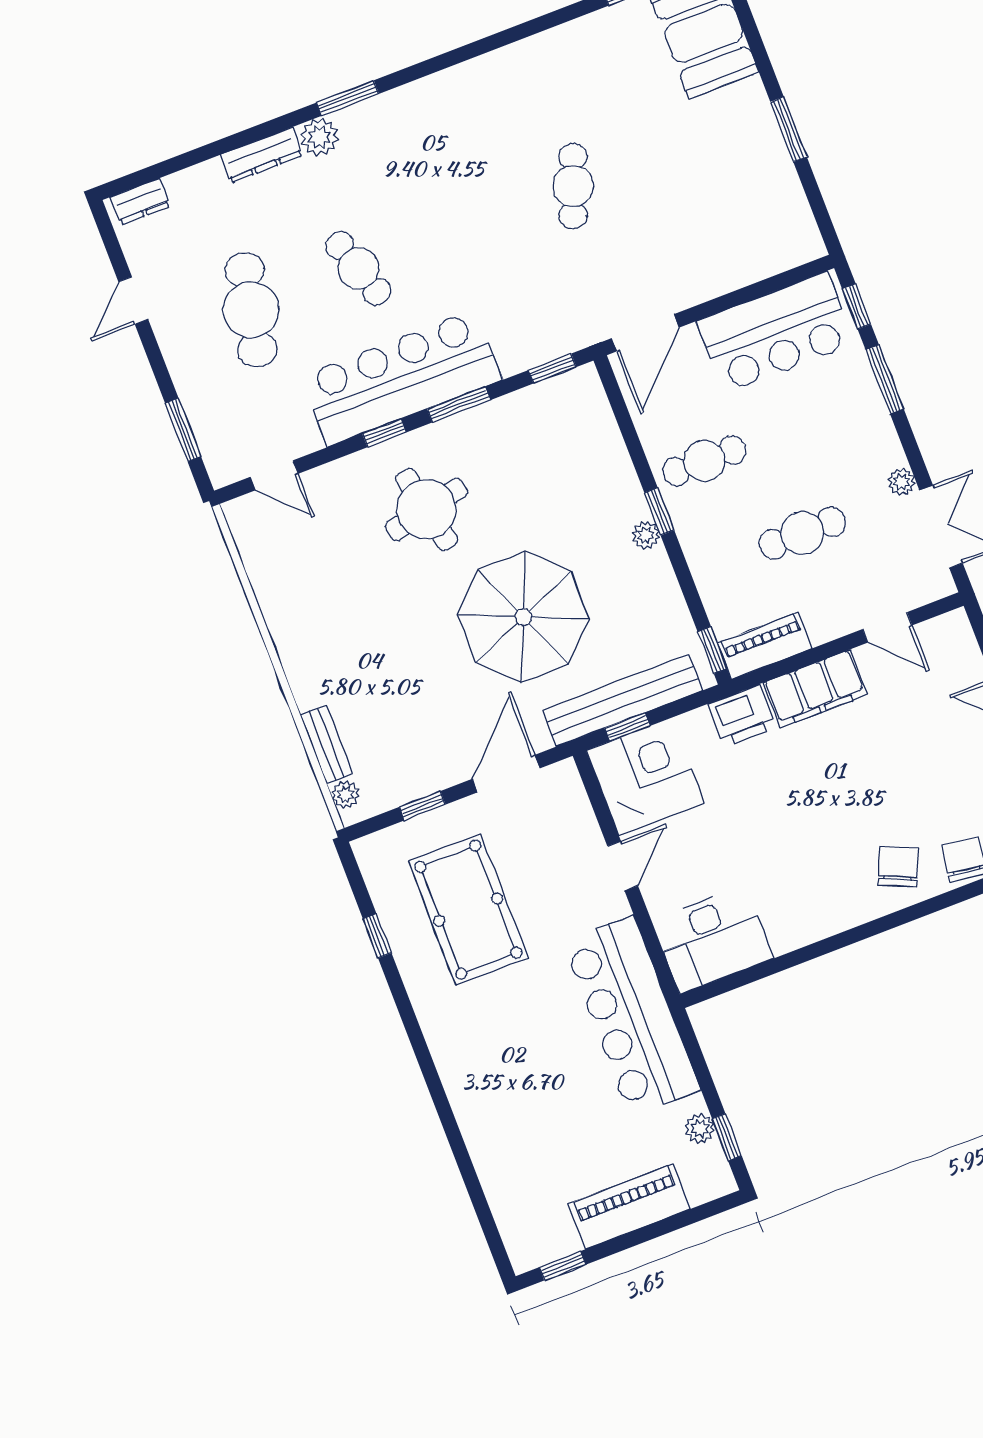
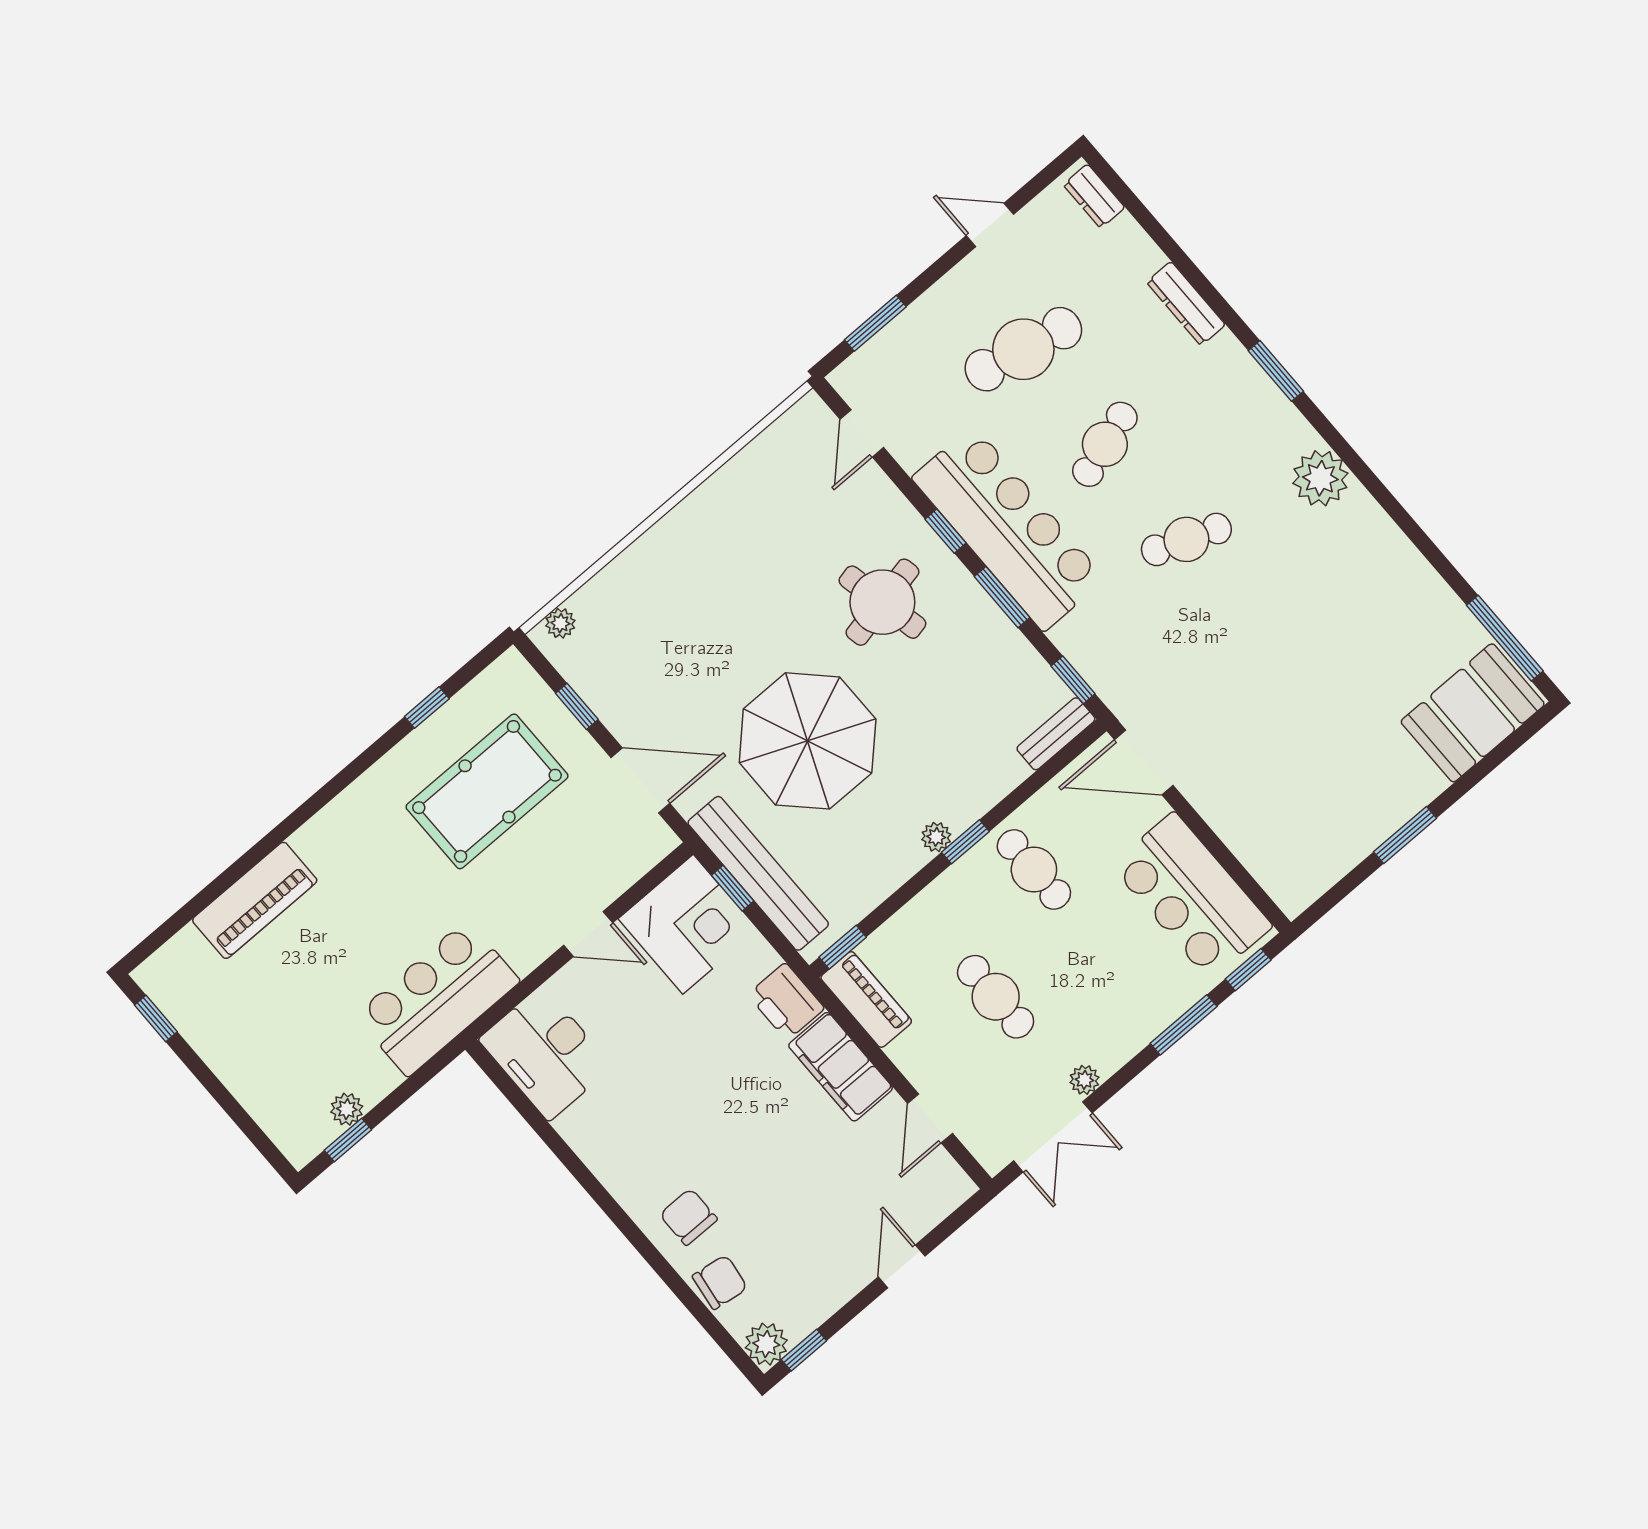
plant: (319, 137) -> (1320, 478), moved, width x1.36, depth x1.36
cafe table: (573, 186) -> (1186, 539), moved
bench: (326, 744) -> (1056, 734), moved
chair: (898, 866) -> (688, 1217), turned -114
bar counter: (632, 1016) -> (437, 998), width x0.73
piano: (629, 1206) -> (255, 900), moved, turned 90

